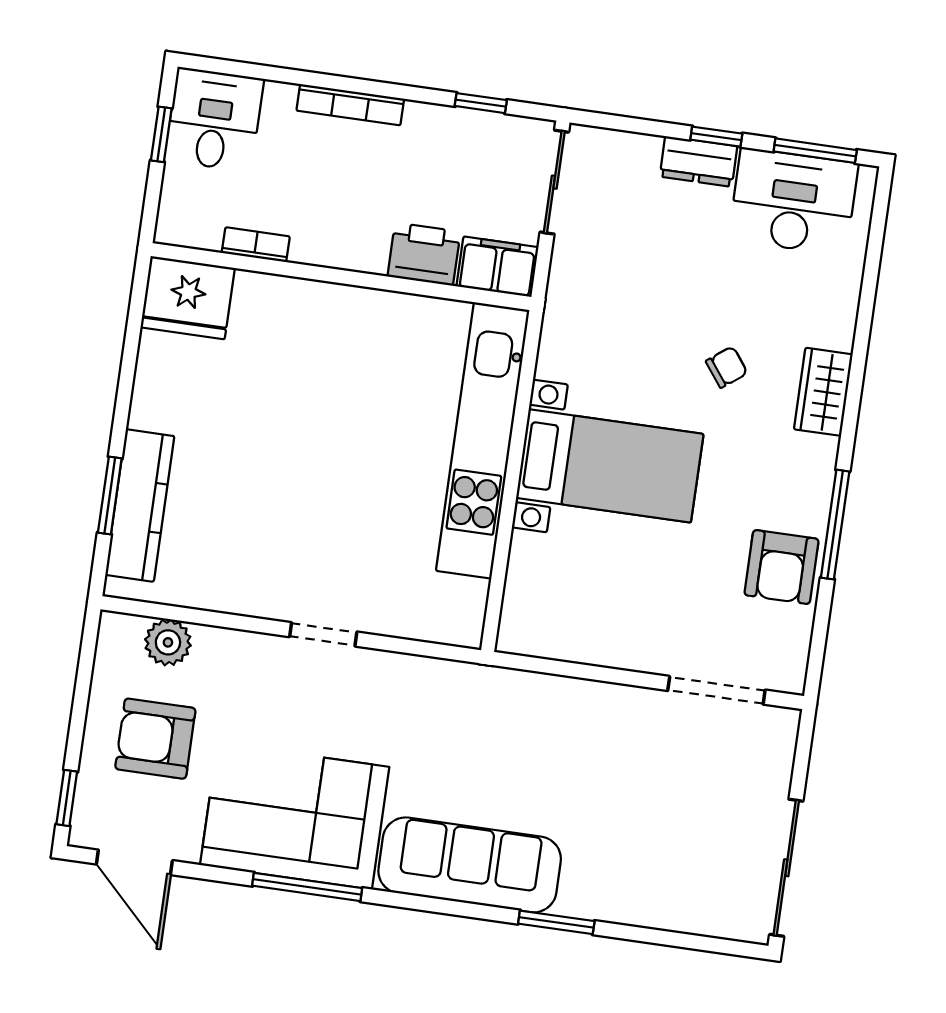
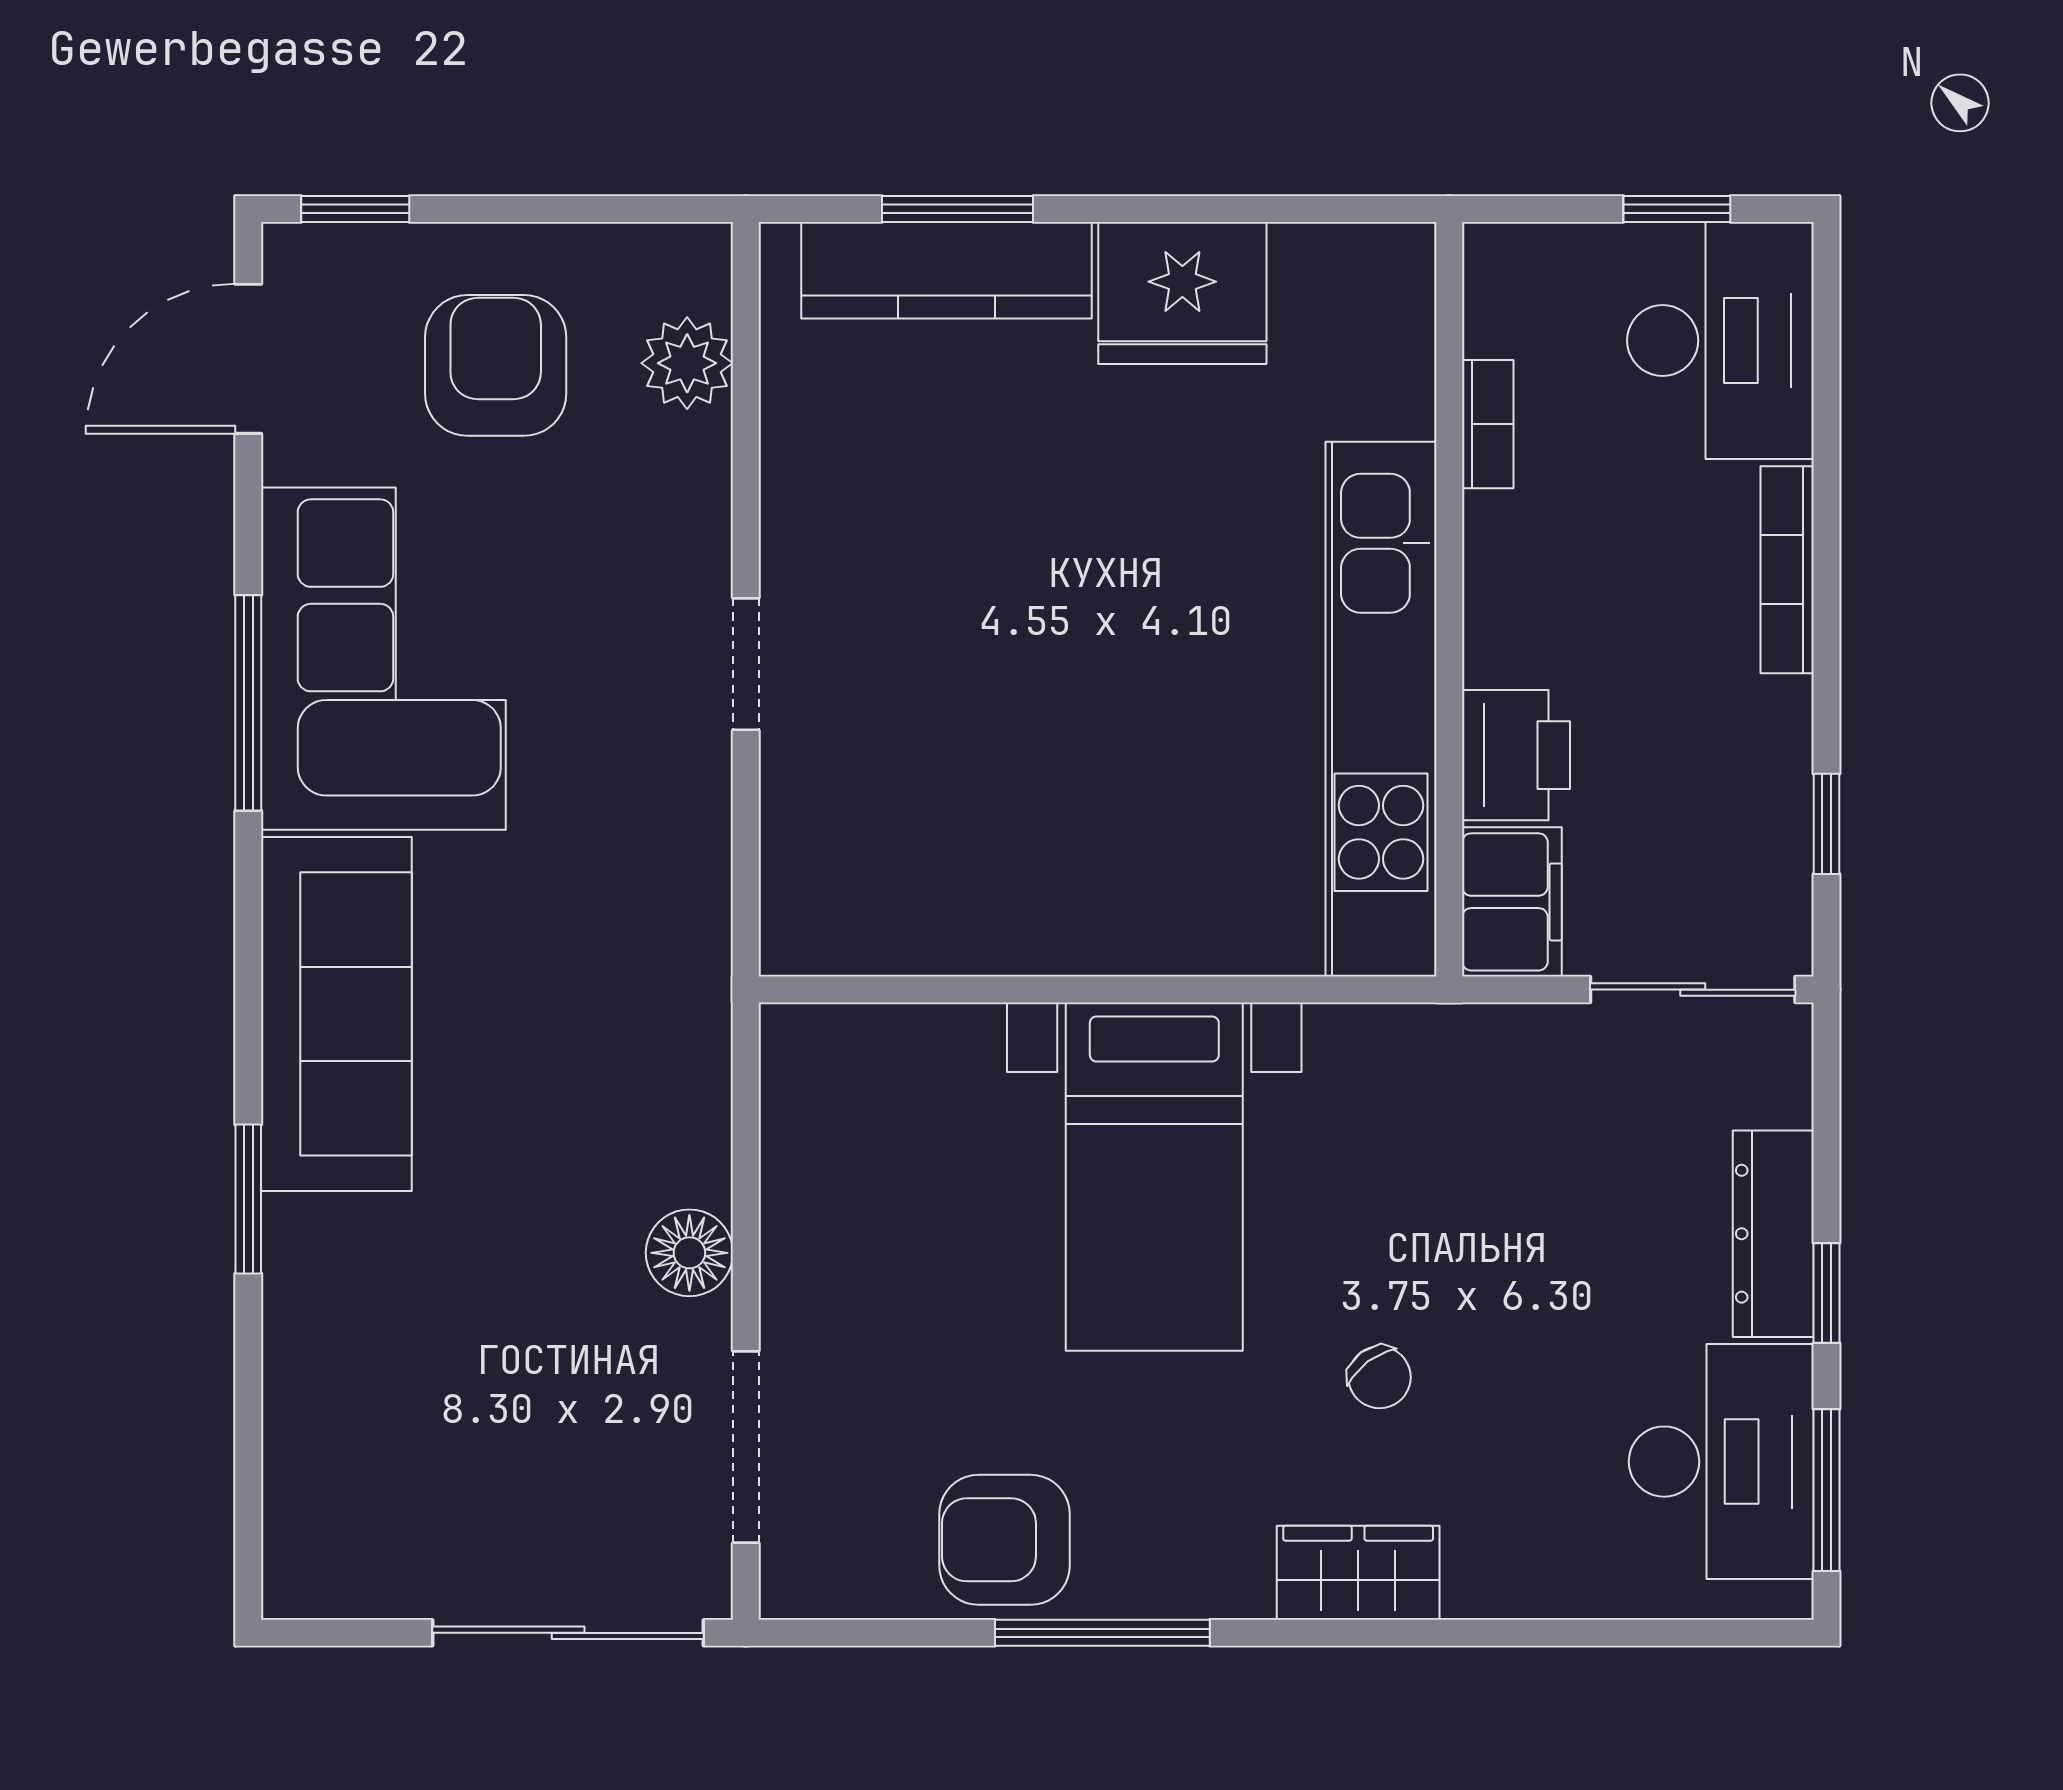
desk: (214, 120) -> (1720, 341), width x1.37
dresser: (698, 161) -> (1773, 1234), width x1.44
fridge: (188, 298) -> (1182, 293), moved, turned -90
kitchen unit: (483, 440) -> (1381, 709), moved, turned -90
floor lamp: (615, 705) -> (689, 1253), added
sliding door: (786, 868) -> (568, 1633), moved

